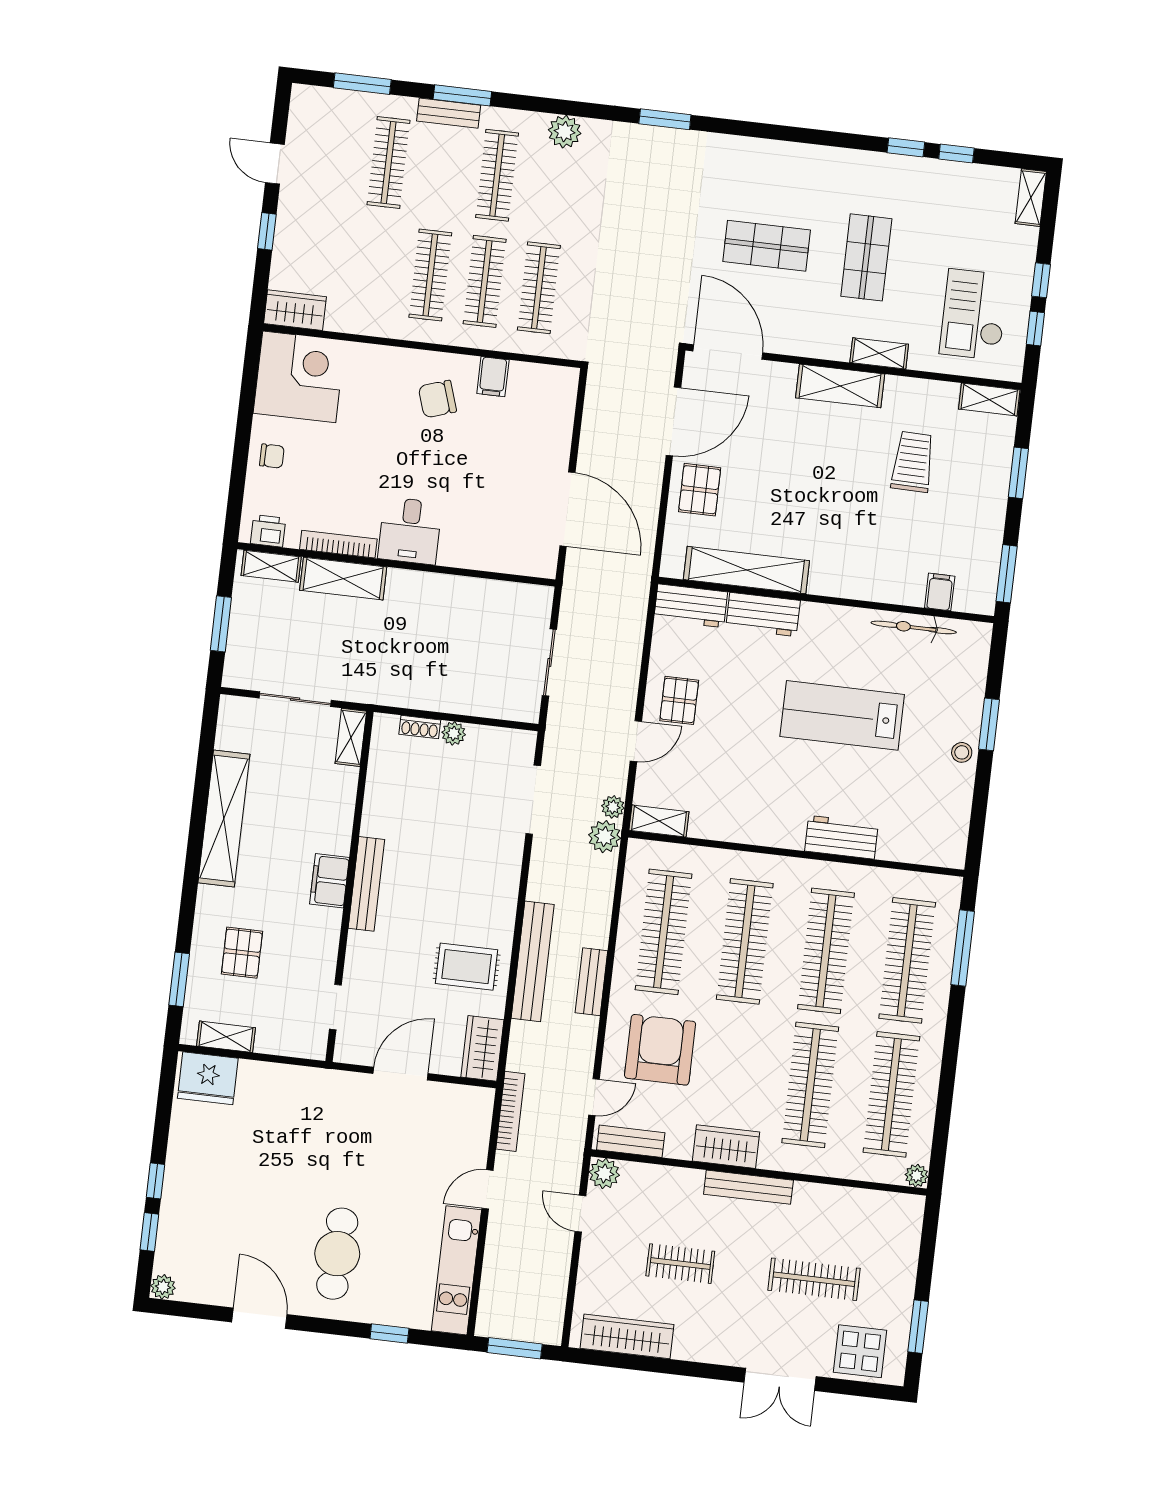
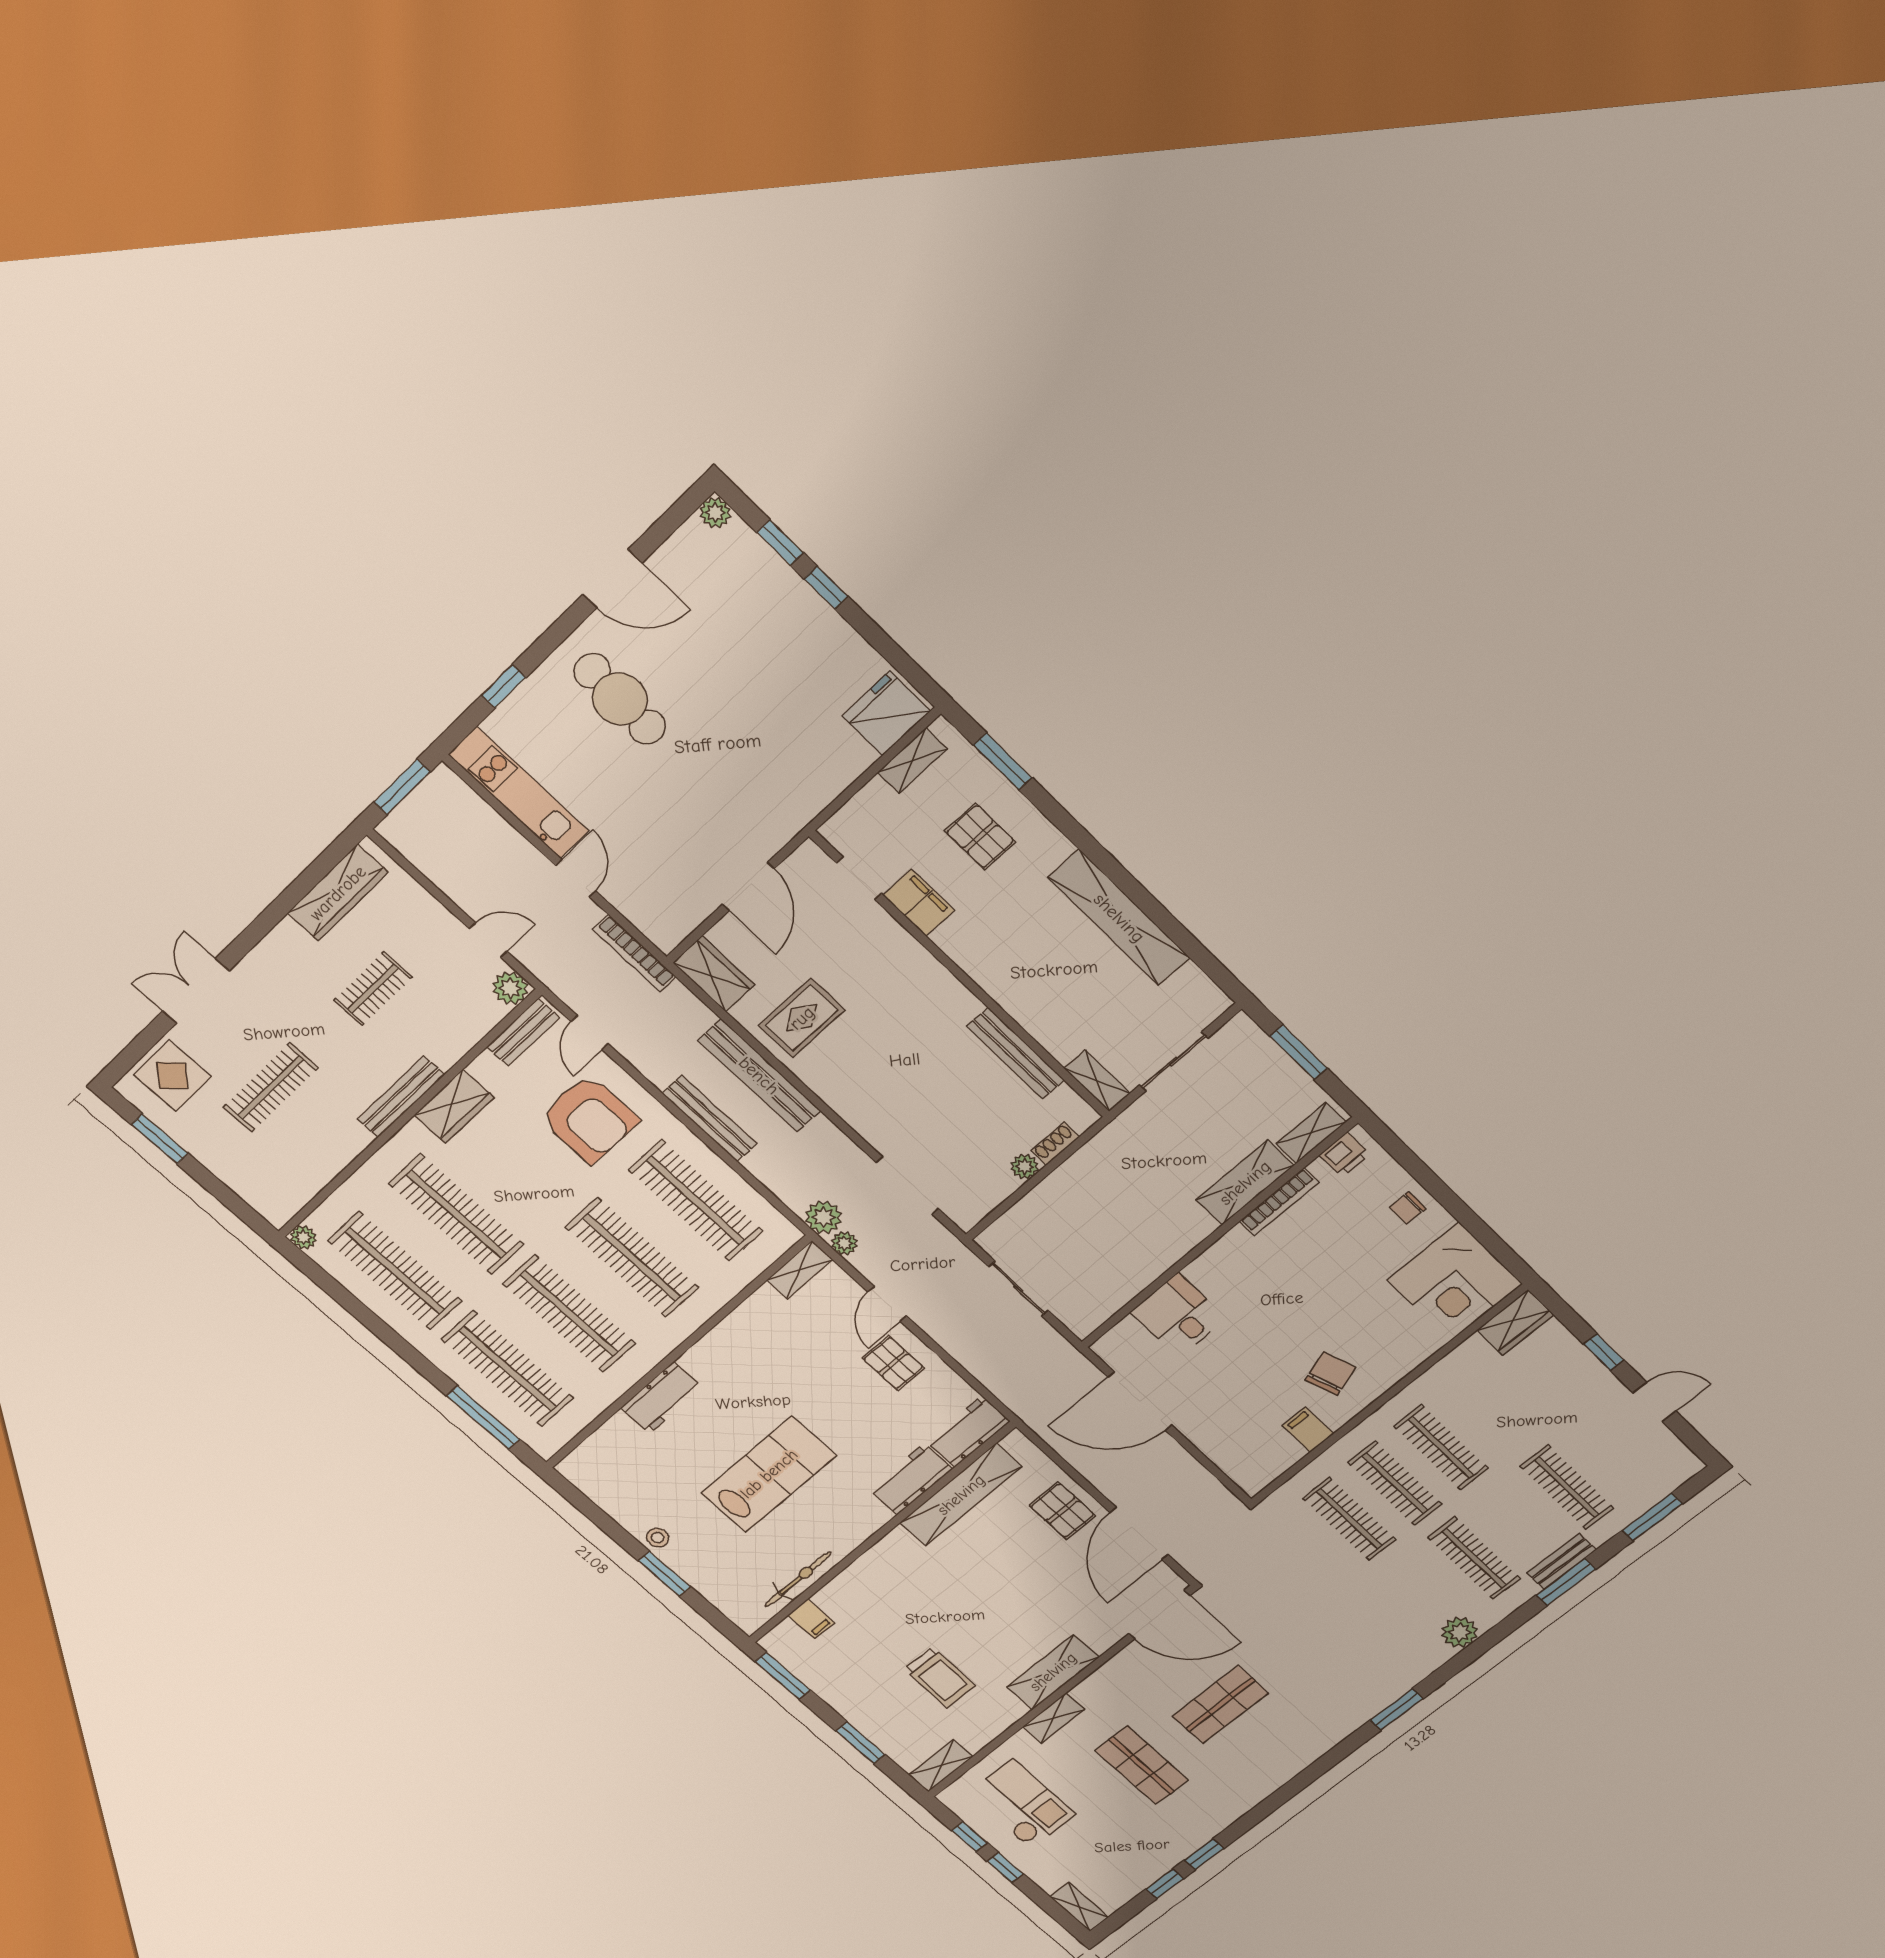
desk: (410, 531) -> (1178, 1315), moved
filing cabinet: (329, 881) -> (919, 903), moved
bench: (366, 884) -> (1016, 1053), moved
bench: (591, 982) -> (709, 1119), width x1.36

